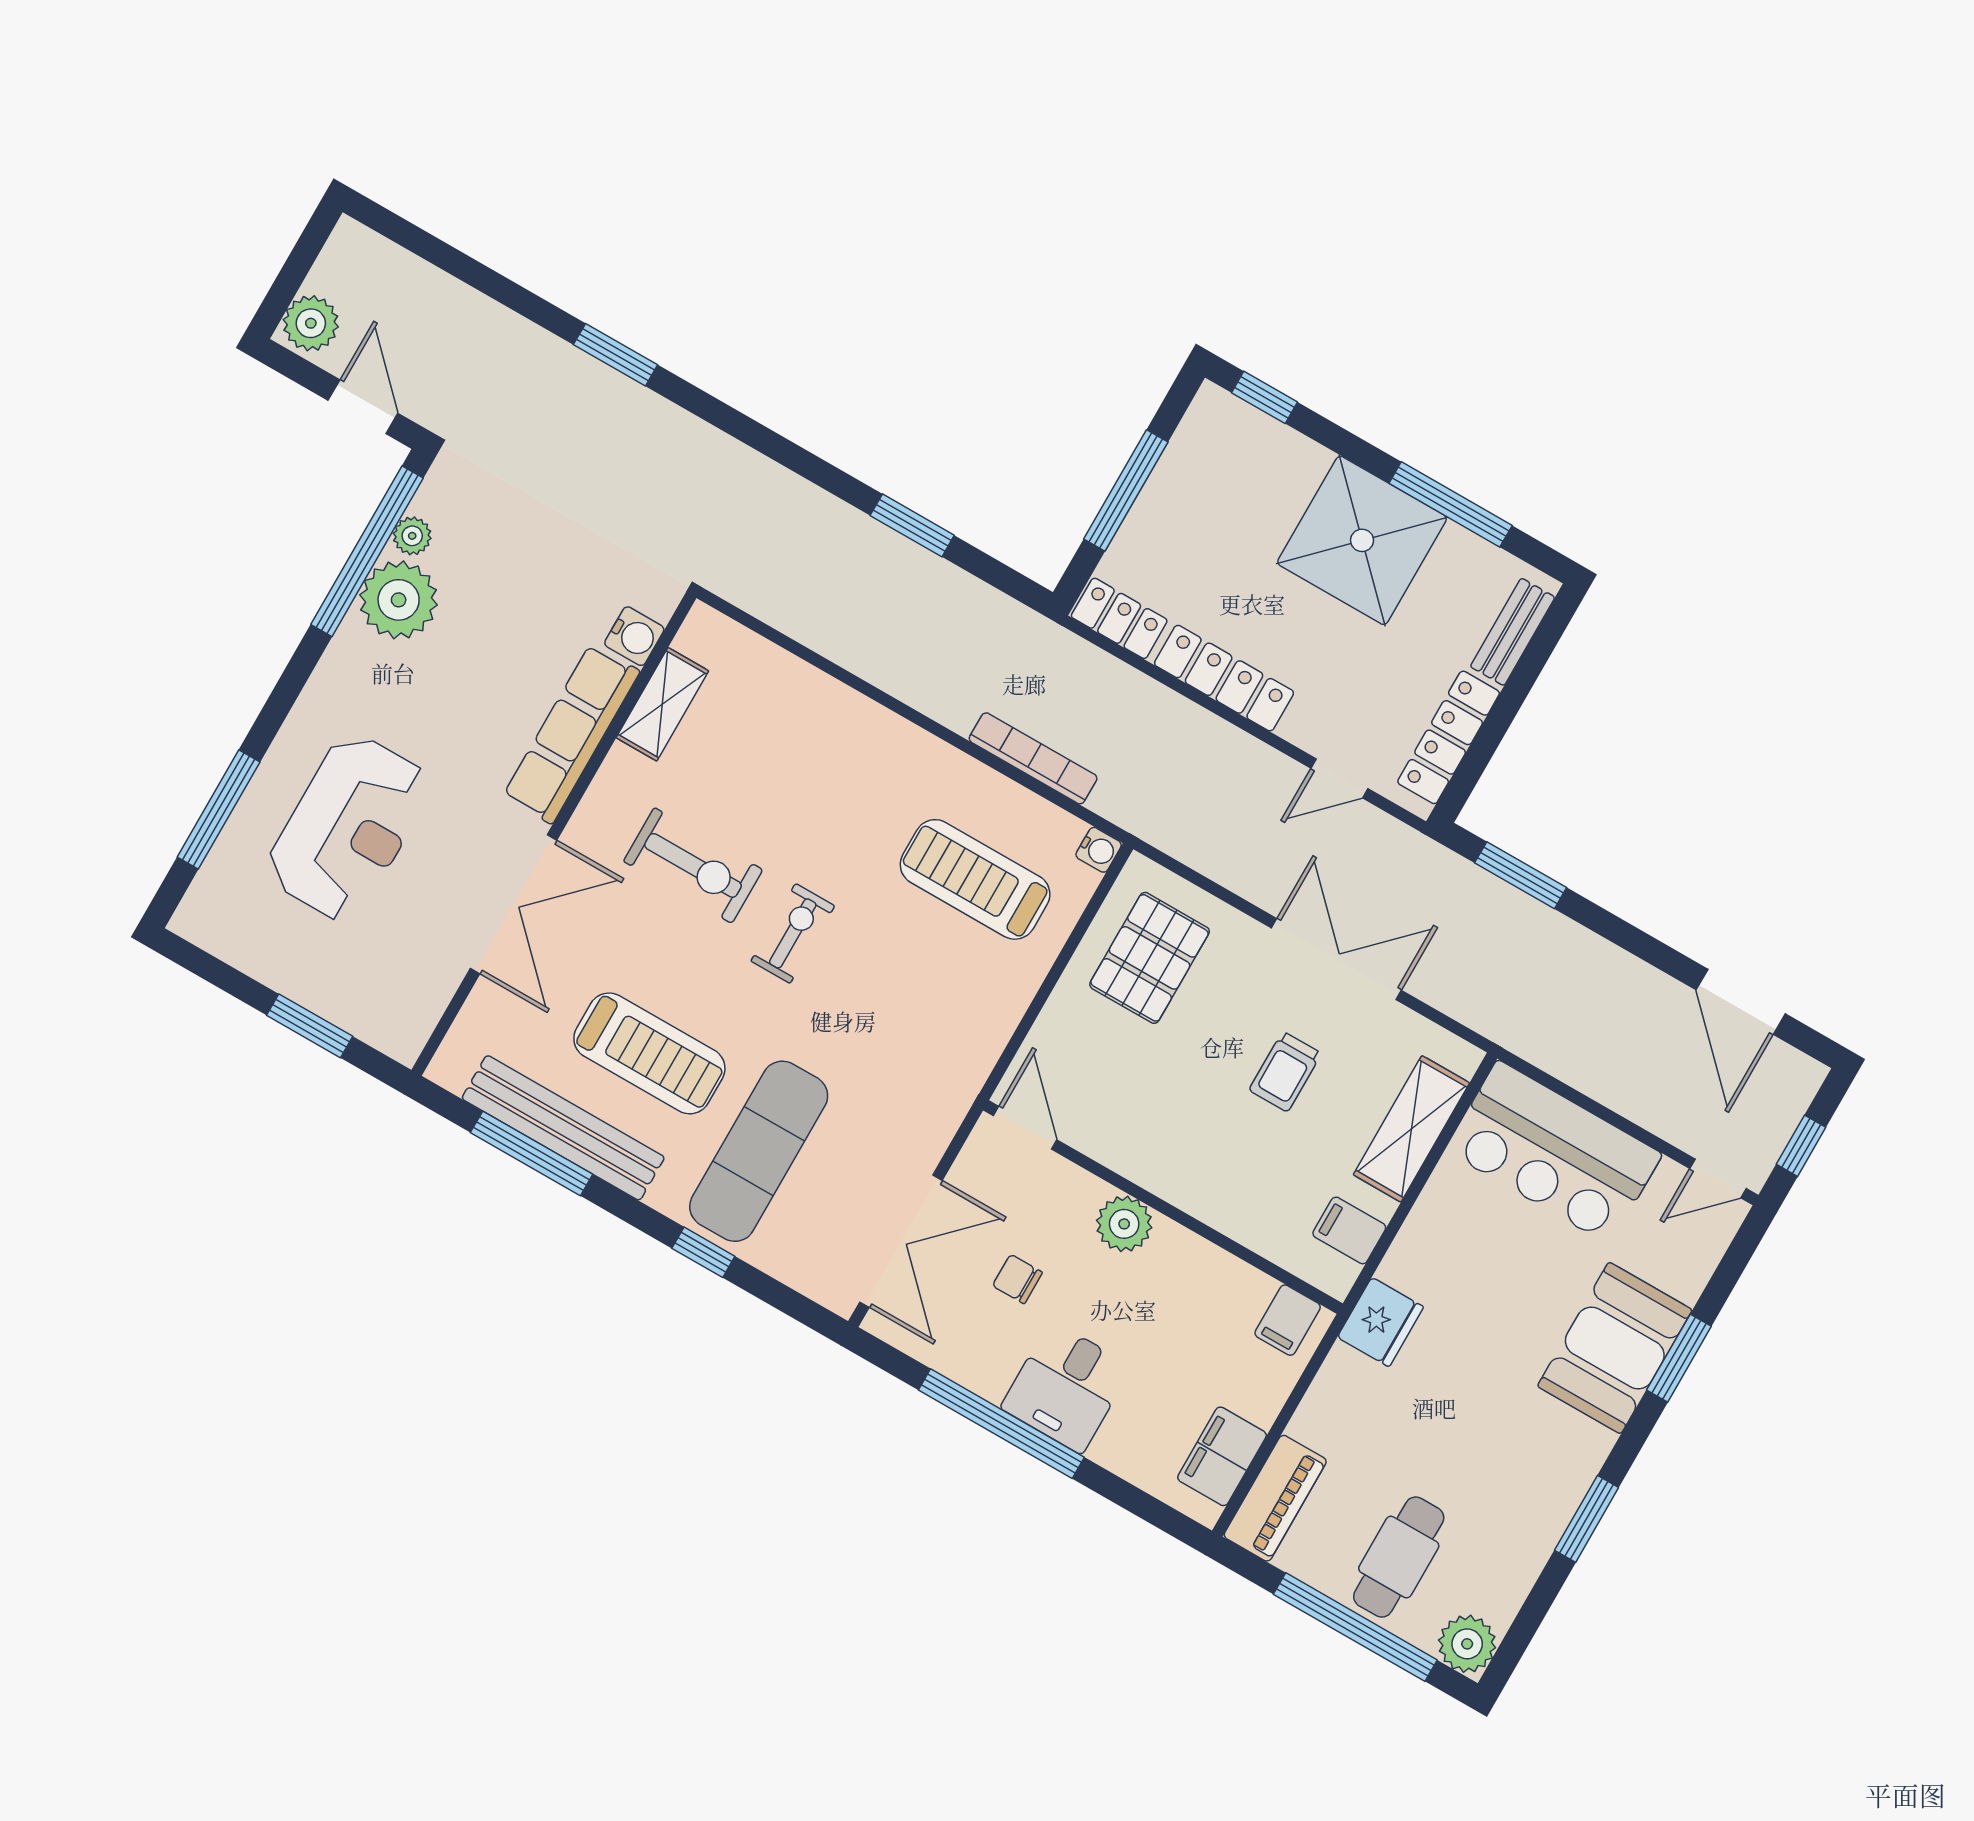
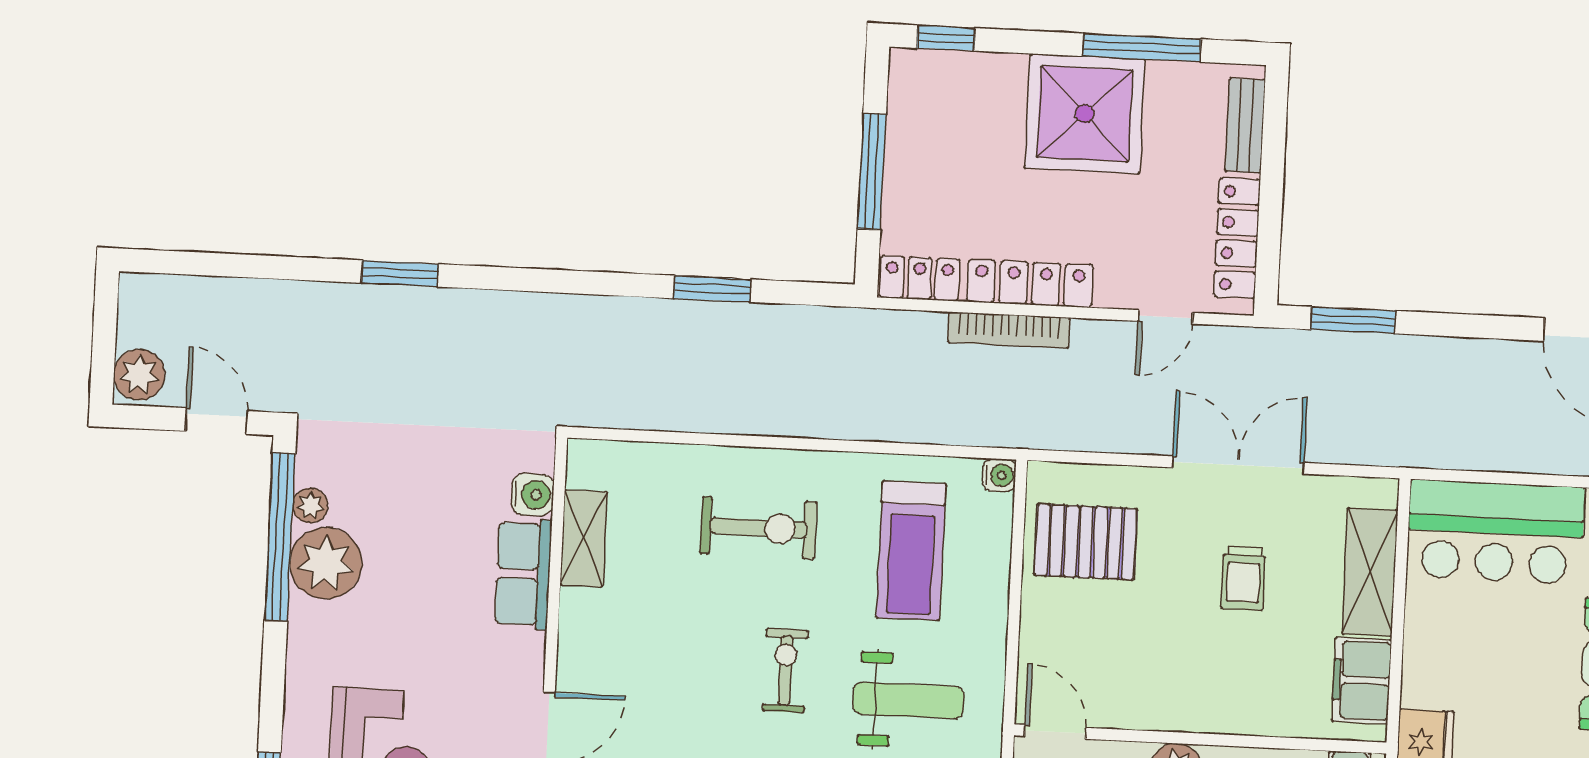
row of seats: (571, 734) -> (523, 574), width x0.68
bookcase: (1033, 758) -> (1009, 330), moved, turned 180
exercise bike: (693, 865) -> (758, 528), moved
treadmill: (975, 879) -> (911, 551), turned -90
pallet: (1150, 958) -> (1086, 542), turned 90
weight bench: (898, 1024) -> (908, 700), added
filing cabinet: (1349, 1230) -> (1362, 680), width x2.00

